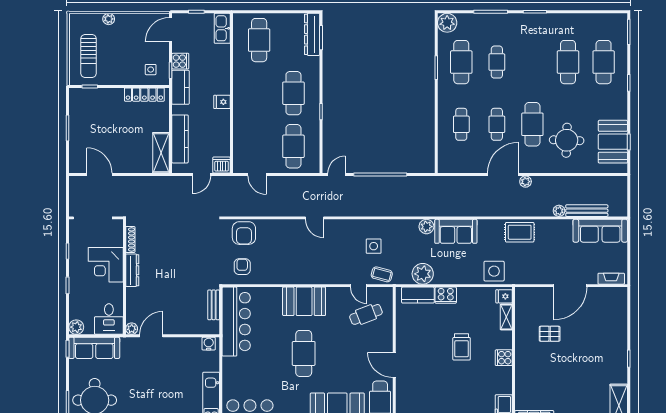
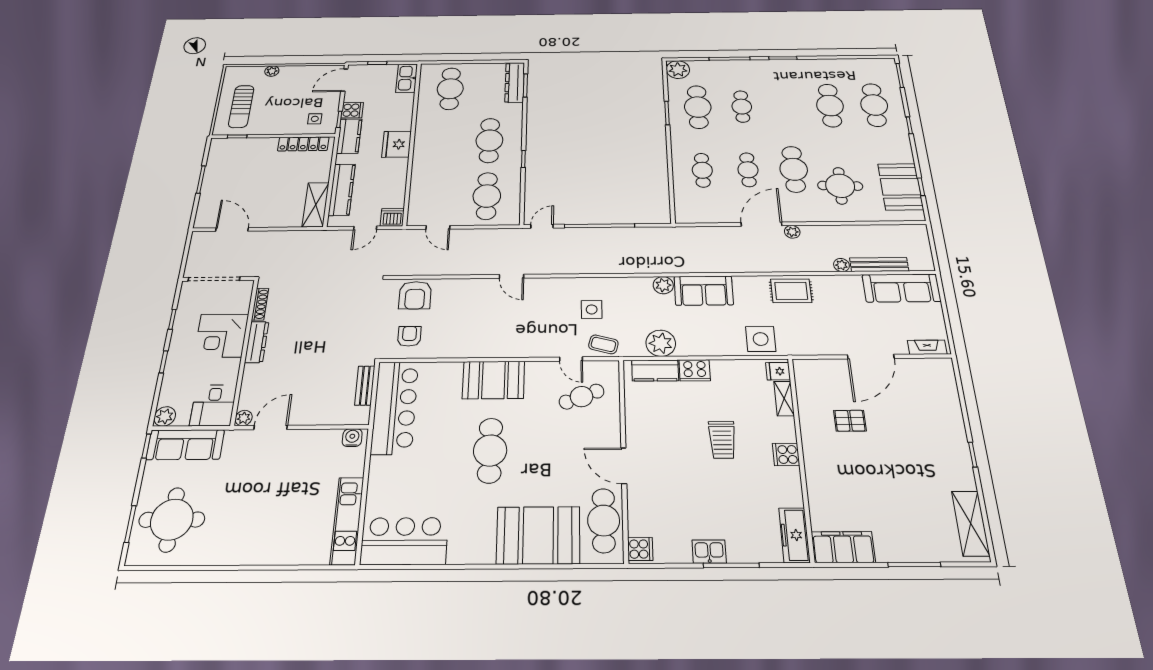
fridge: (222, 102) -> (397, 144), width x1.88, depth x1.34

